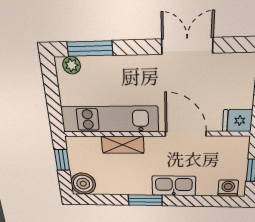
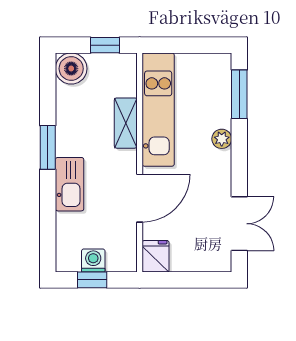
double door: (187, 46) -> (239, 224), moved
plant: (72, 65) -> (222, 139), moved
washing machine: (228, 188) -> (93, 261), moved, turned -90

